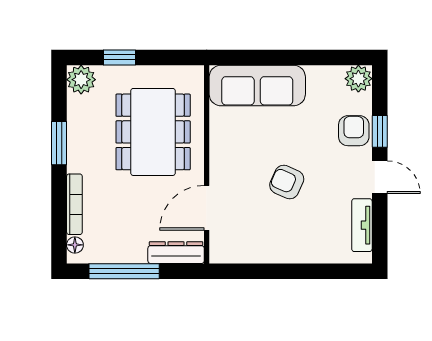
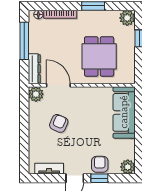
armchair: (354, 131) -> (100, 164), turned -90
dining table: (153, 132) -> (99, 56), width x0.73
armchair: (287, 182) -> (59, 123), moved
plant: (223, 250) -> (36, 94), added

